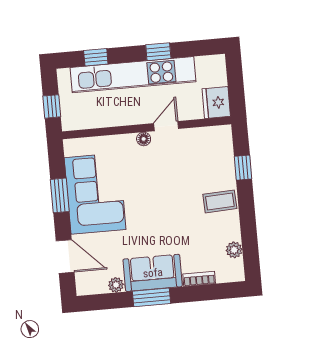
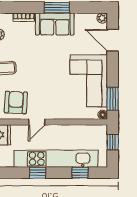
floor lamp: (144, 139) -> (103, 115), moved
armchair: (200, 152) -> (16, 102), added
window: (60, 195) -> (113, 99), moved
plant: (116, 285) -> (102, 18), moved

